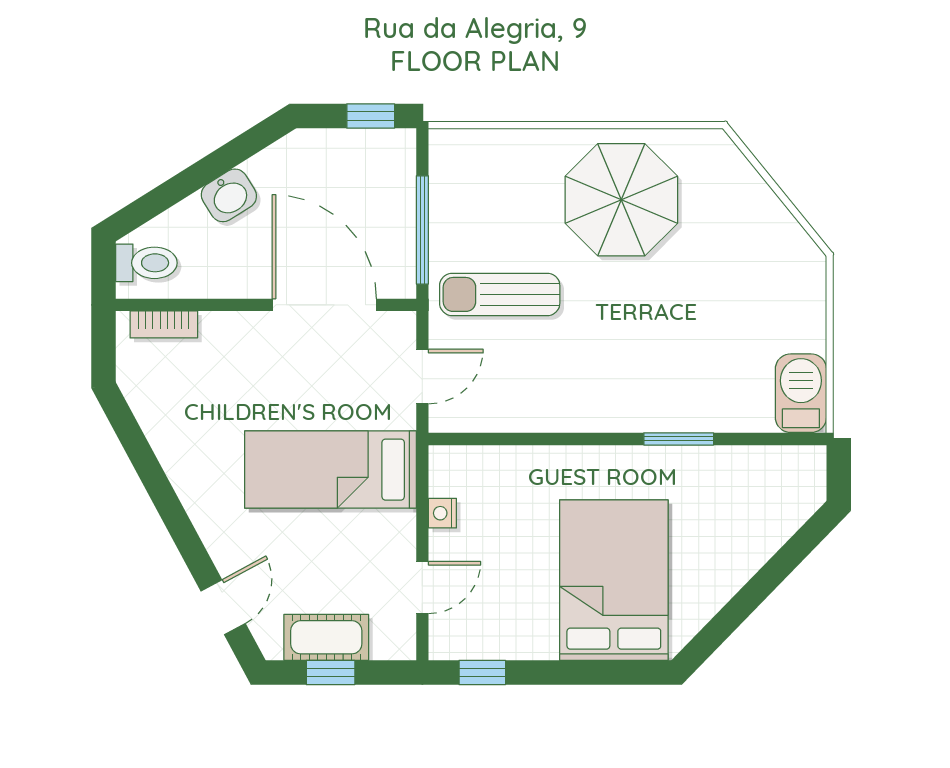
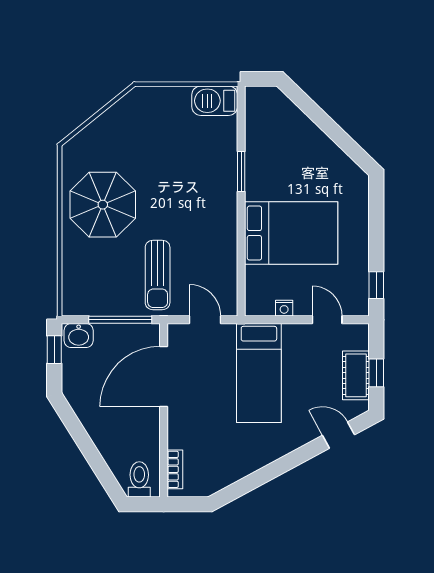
washbasin: (229, 195) -> (79, 335), moved, turned 122
bed: (614, 580) -> (291, 233), moved, turned 180

